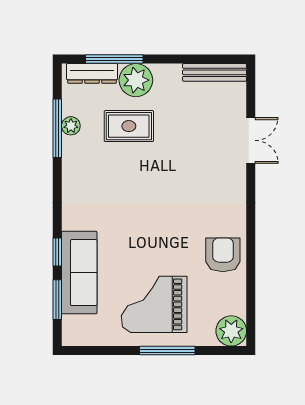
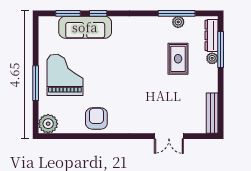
plant: (136, 80) -> (212, 58), width x0.53, depth x0.53
armchair: (223, 255) -> (96, 118), turned -90

